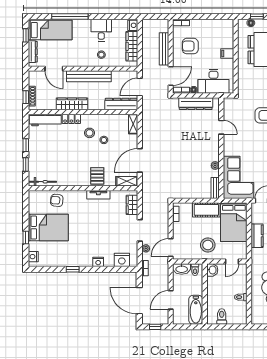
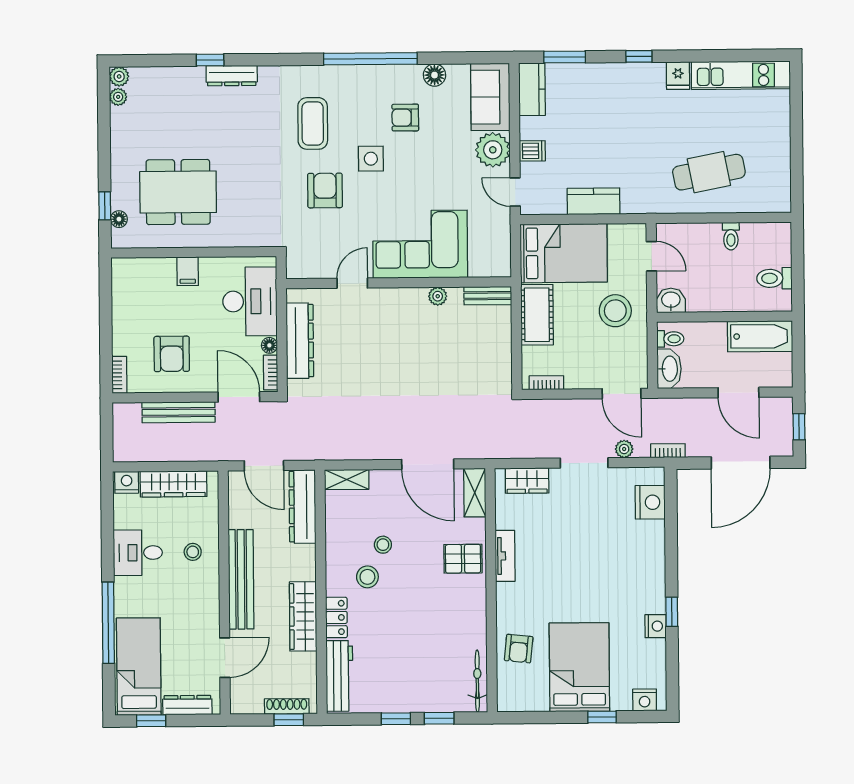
corner sofa: (238, 177) -> (420, 244), moved
nightstand: (98, 262) -> (656, 626), moved

